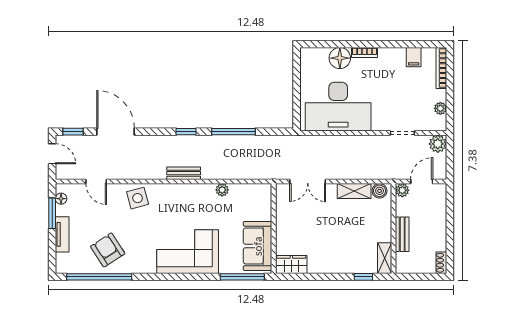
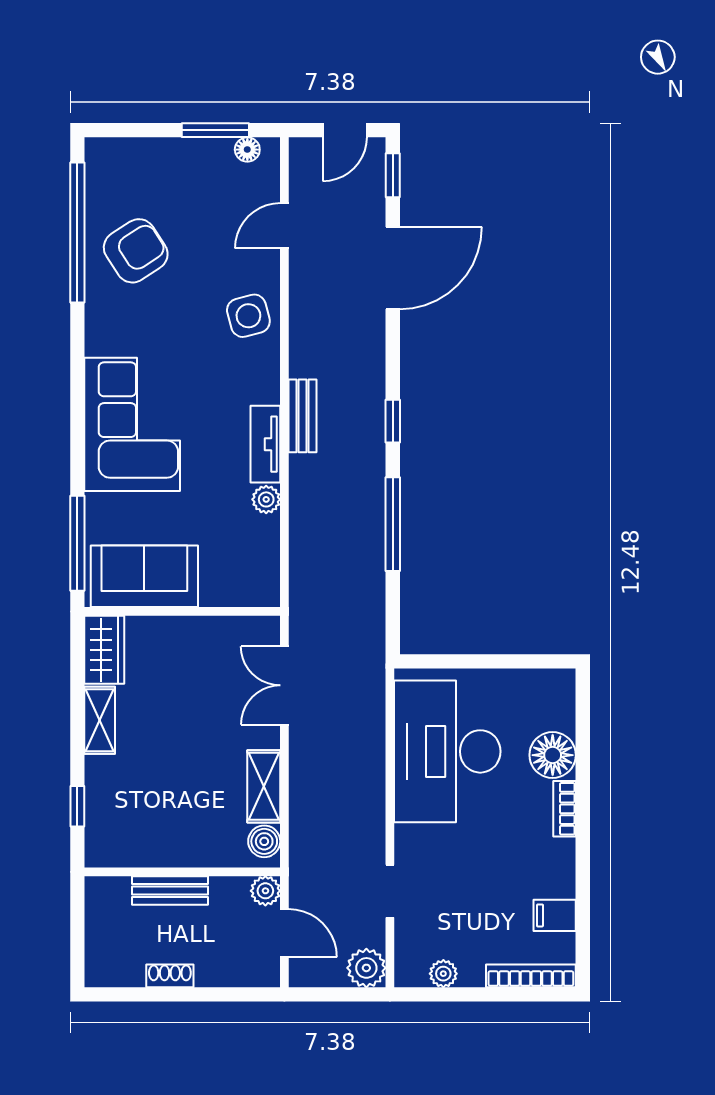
tv unit: (62, 234) -> (265, 444), moved, turned 90
shelving: (385, 258) -> (100, 720), moved, turned 90
shoe rack: (441, 263) -> (170, 976), moved

